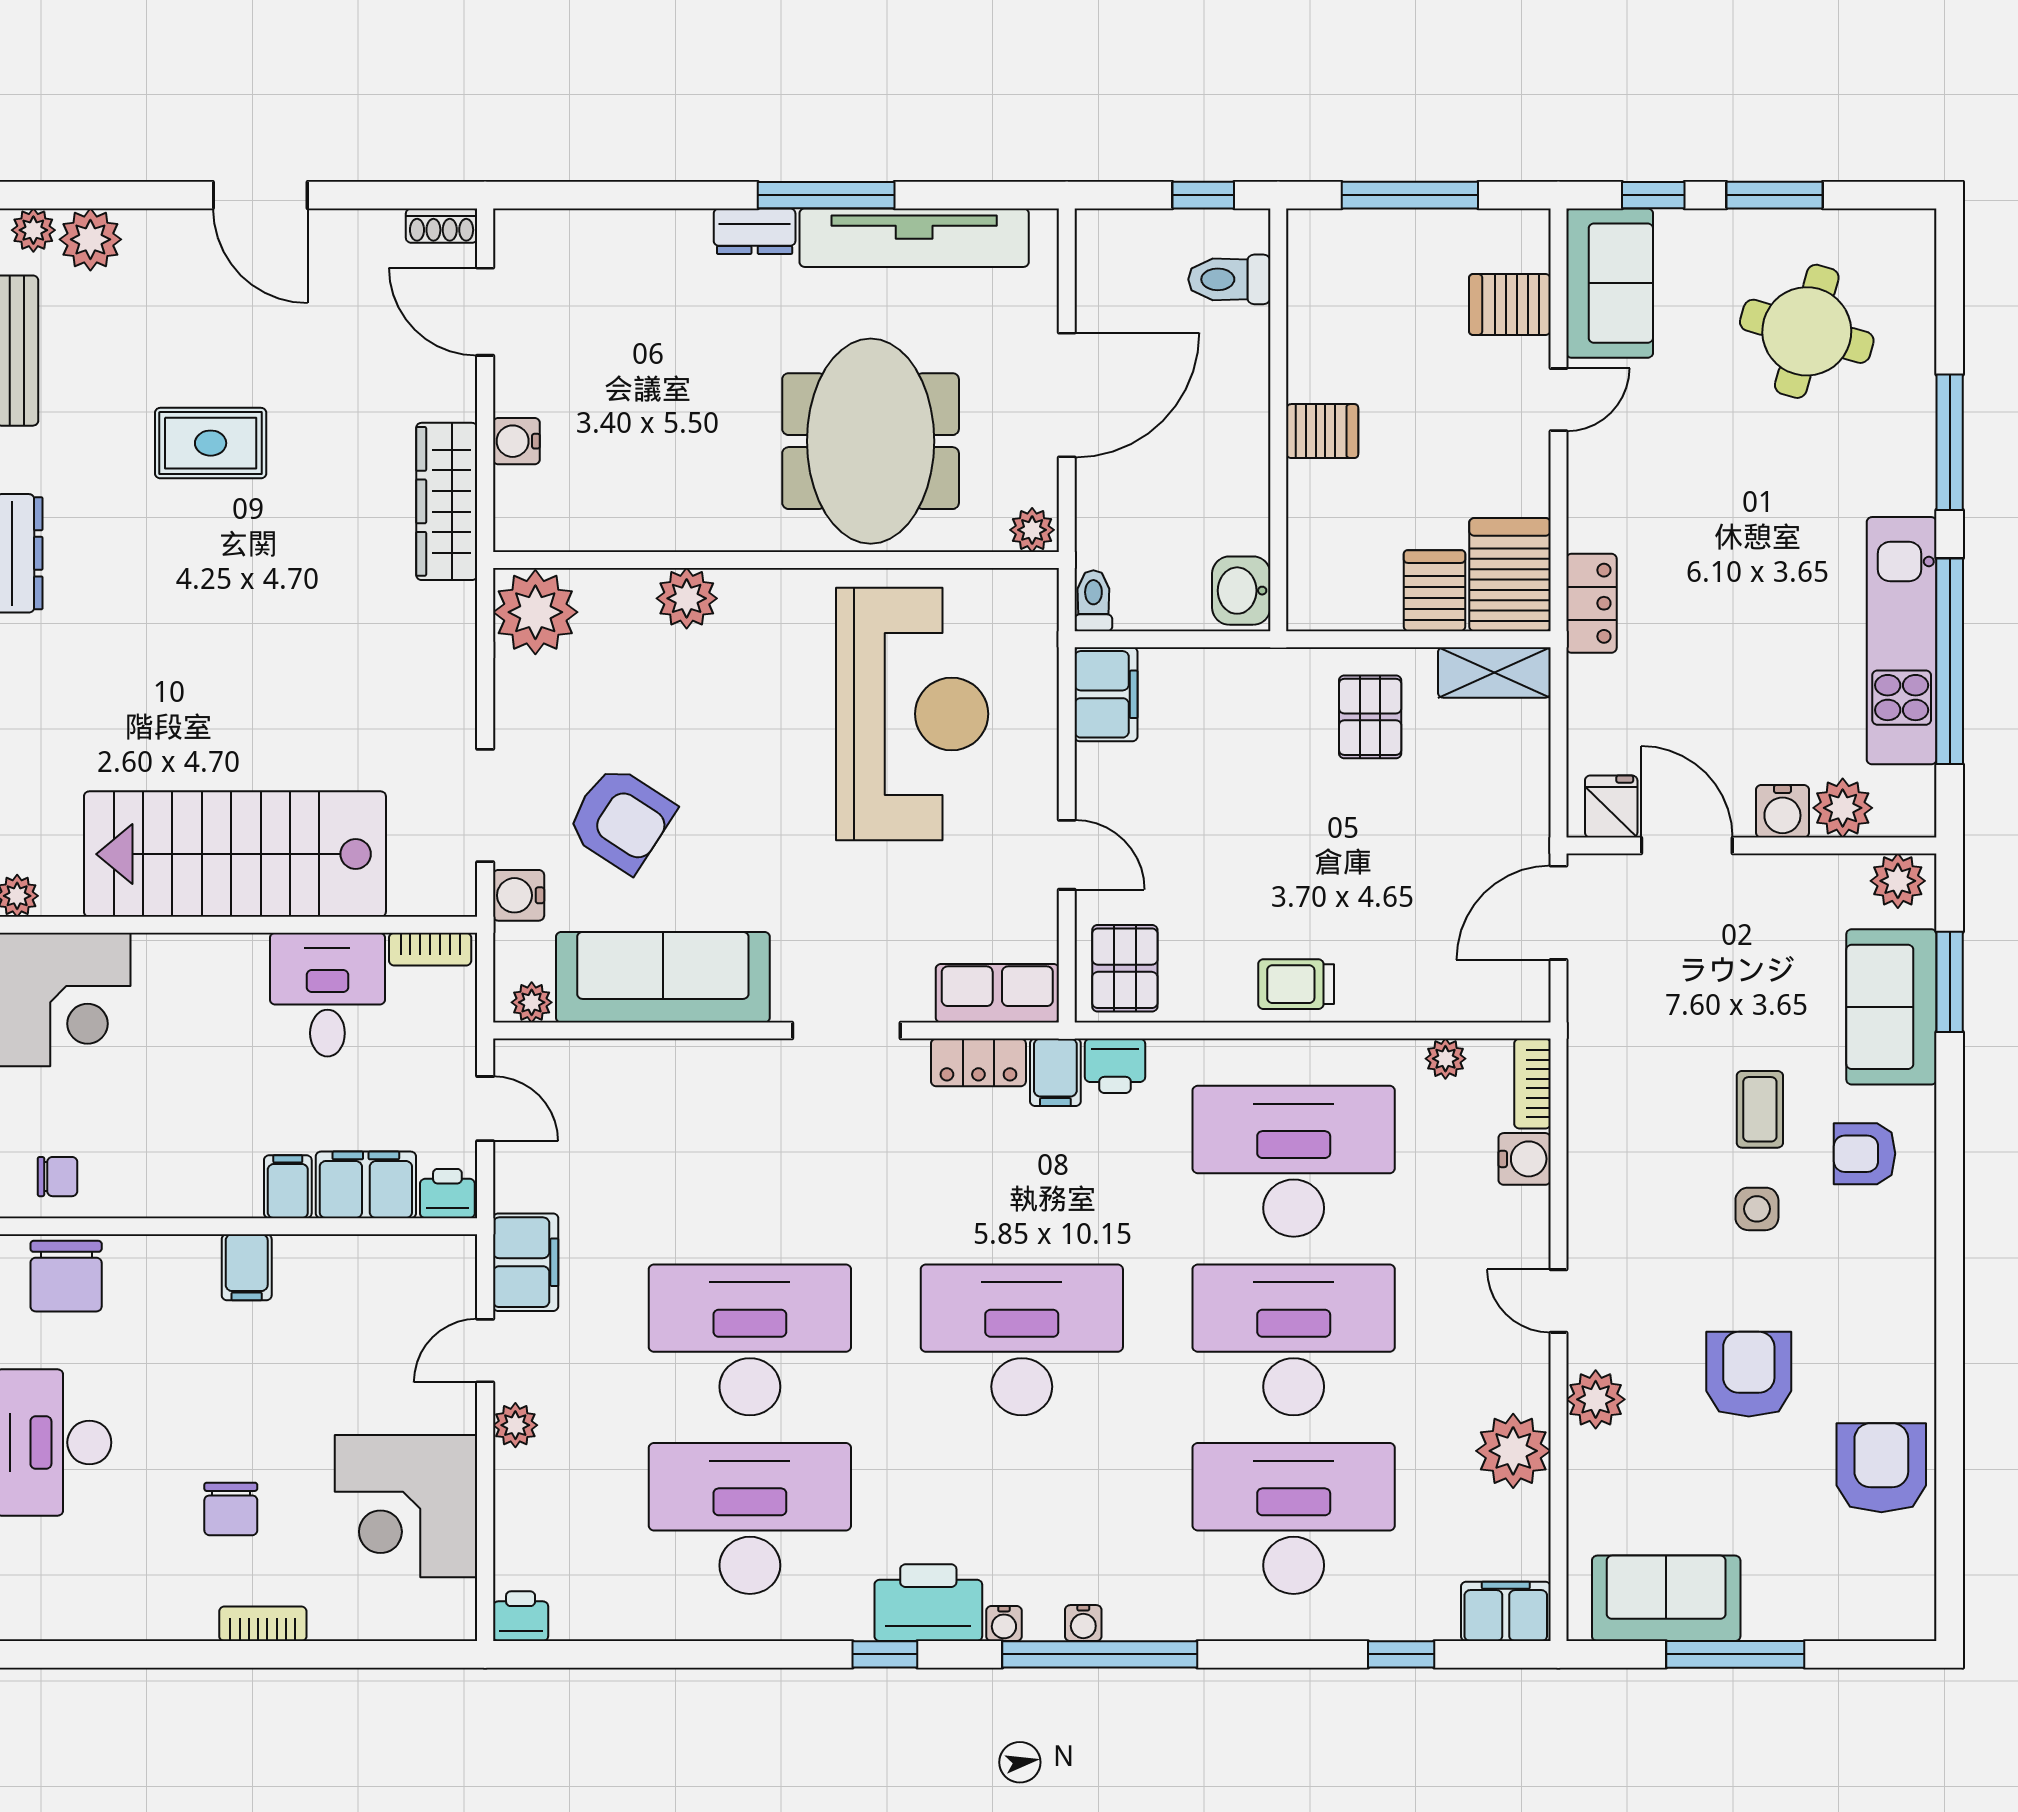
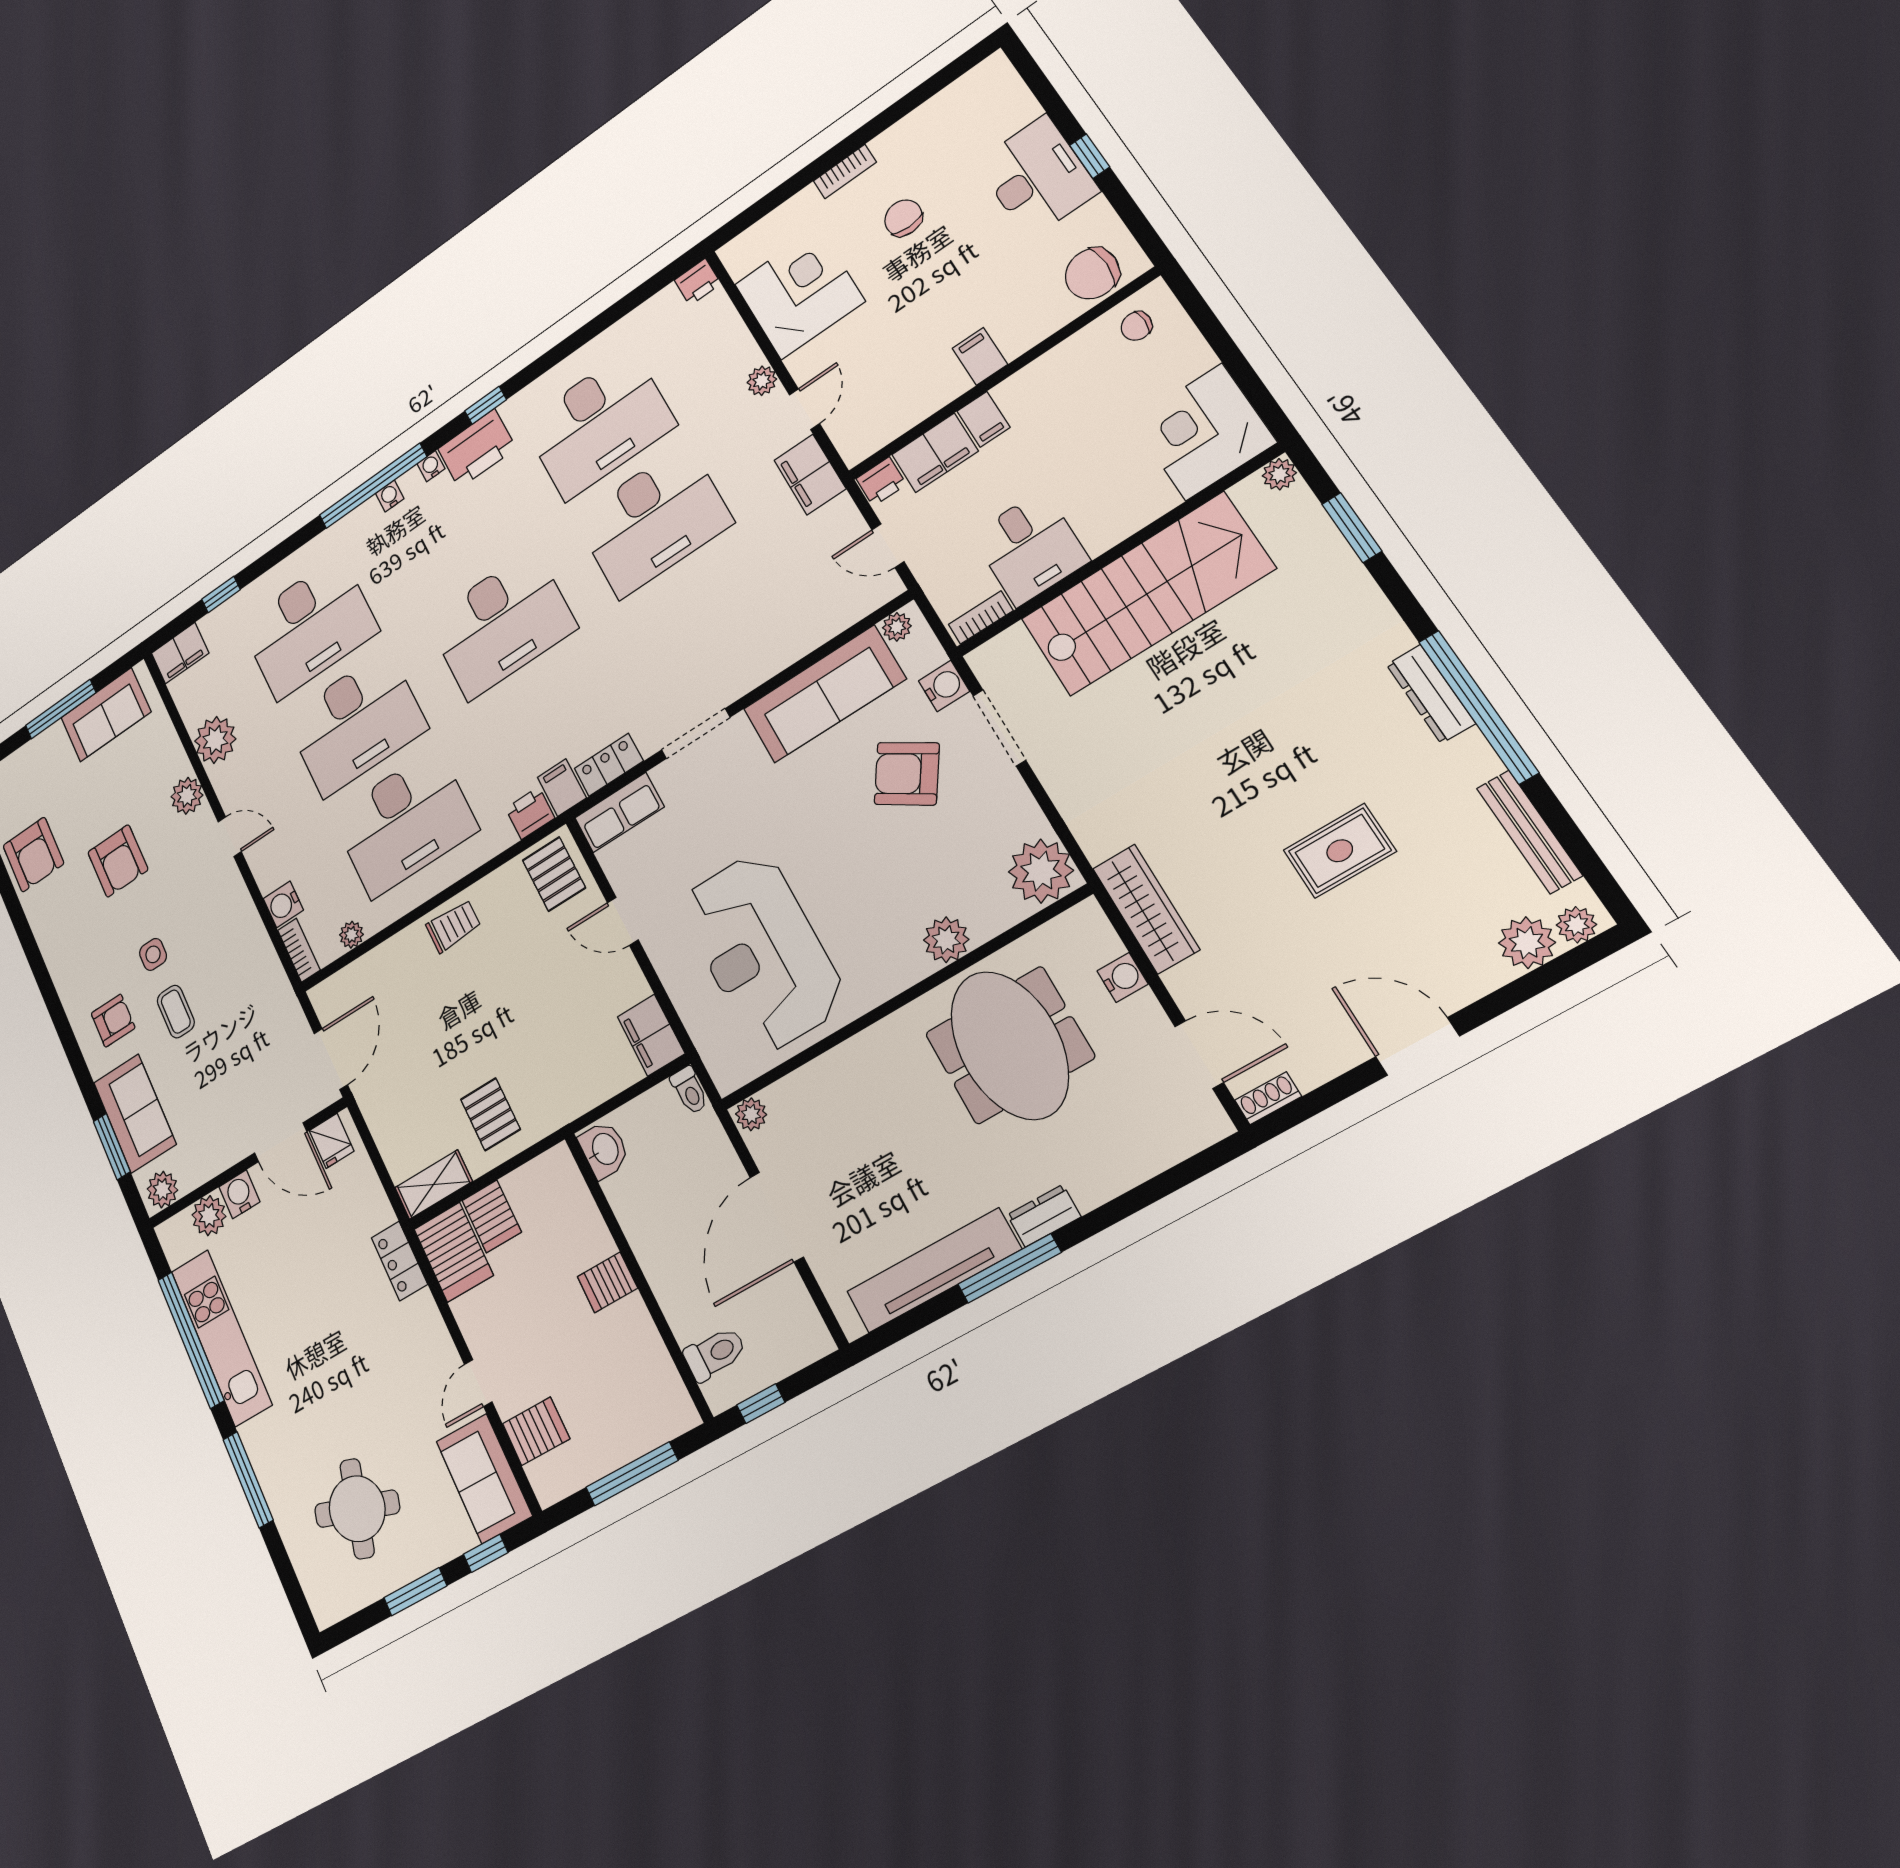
meeting table: (871, 441) -> (1009, 1045), moved
chair: (66, 1276) -> (1092, 274), turned -90

